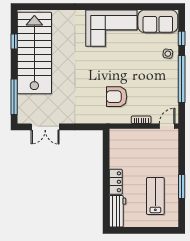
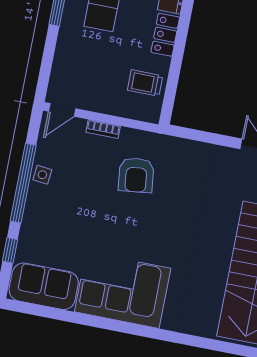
side table: (168, 54) -> (42, 175), moved
armchair: (117, 97) -> (136, 175), turned 83
trolley: (122, 151) -> (145, 83), added

